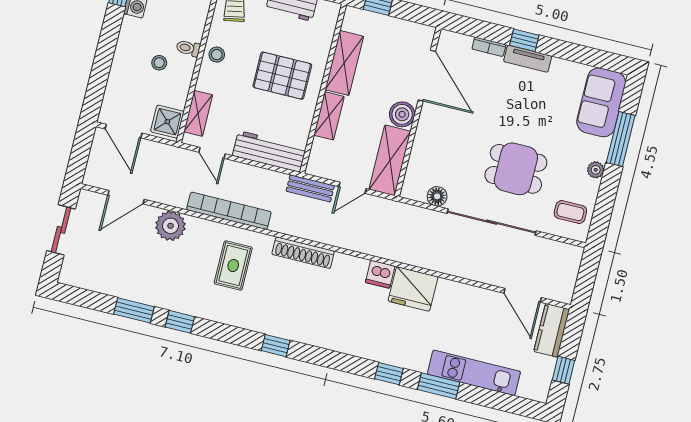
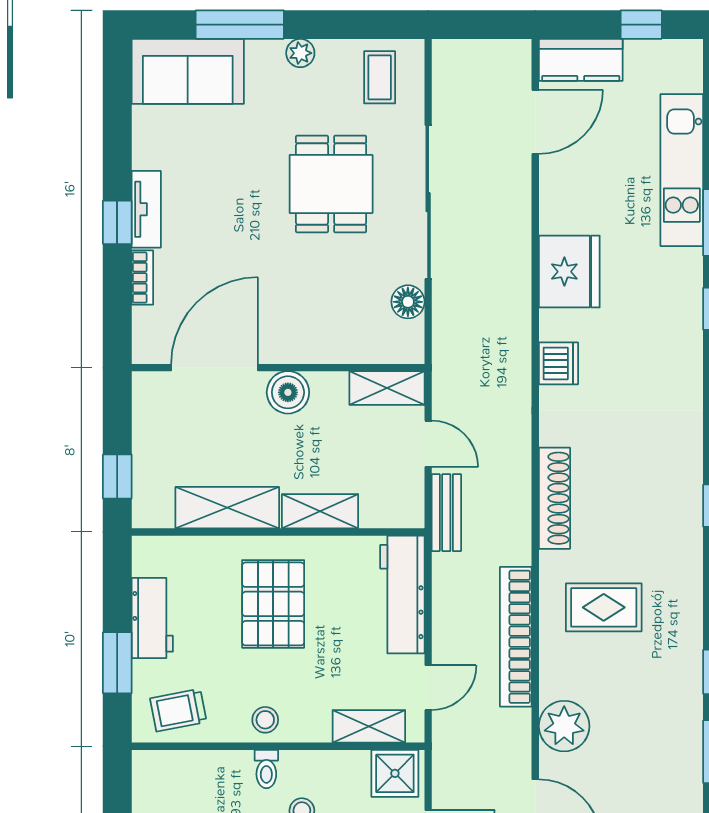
shelving: (390, 160) -> (387, 388), width x0.67, depth x0.75
fridge: (413, 289) -> (569, 272), moved

